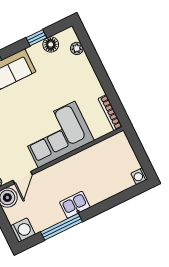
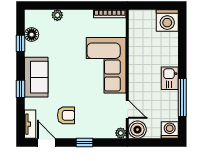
plant: (77, 48) -> (57, 15), moved
washing machine: (139, 176) -> (167, 20), width x1.89, depth x1.89

